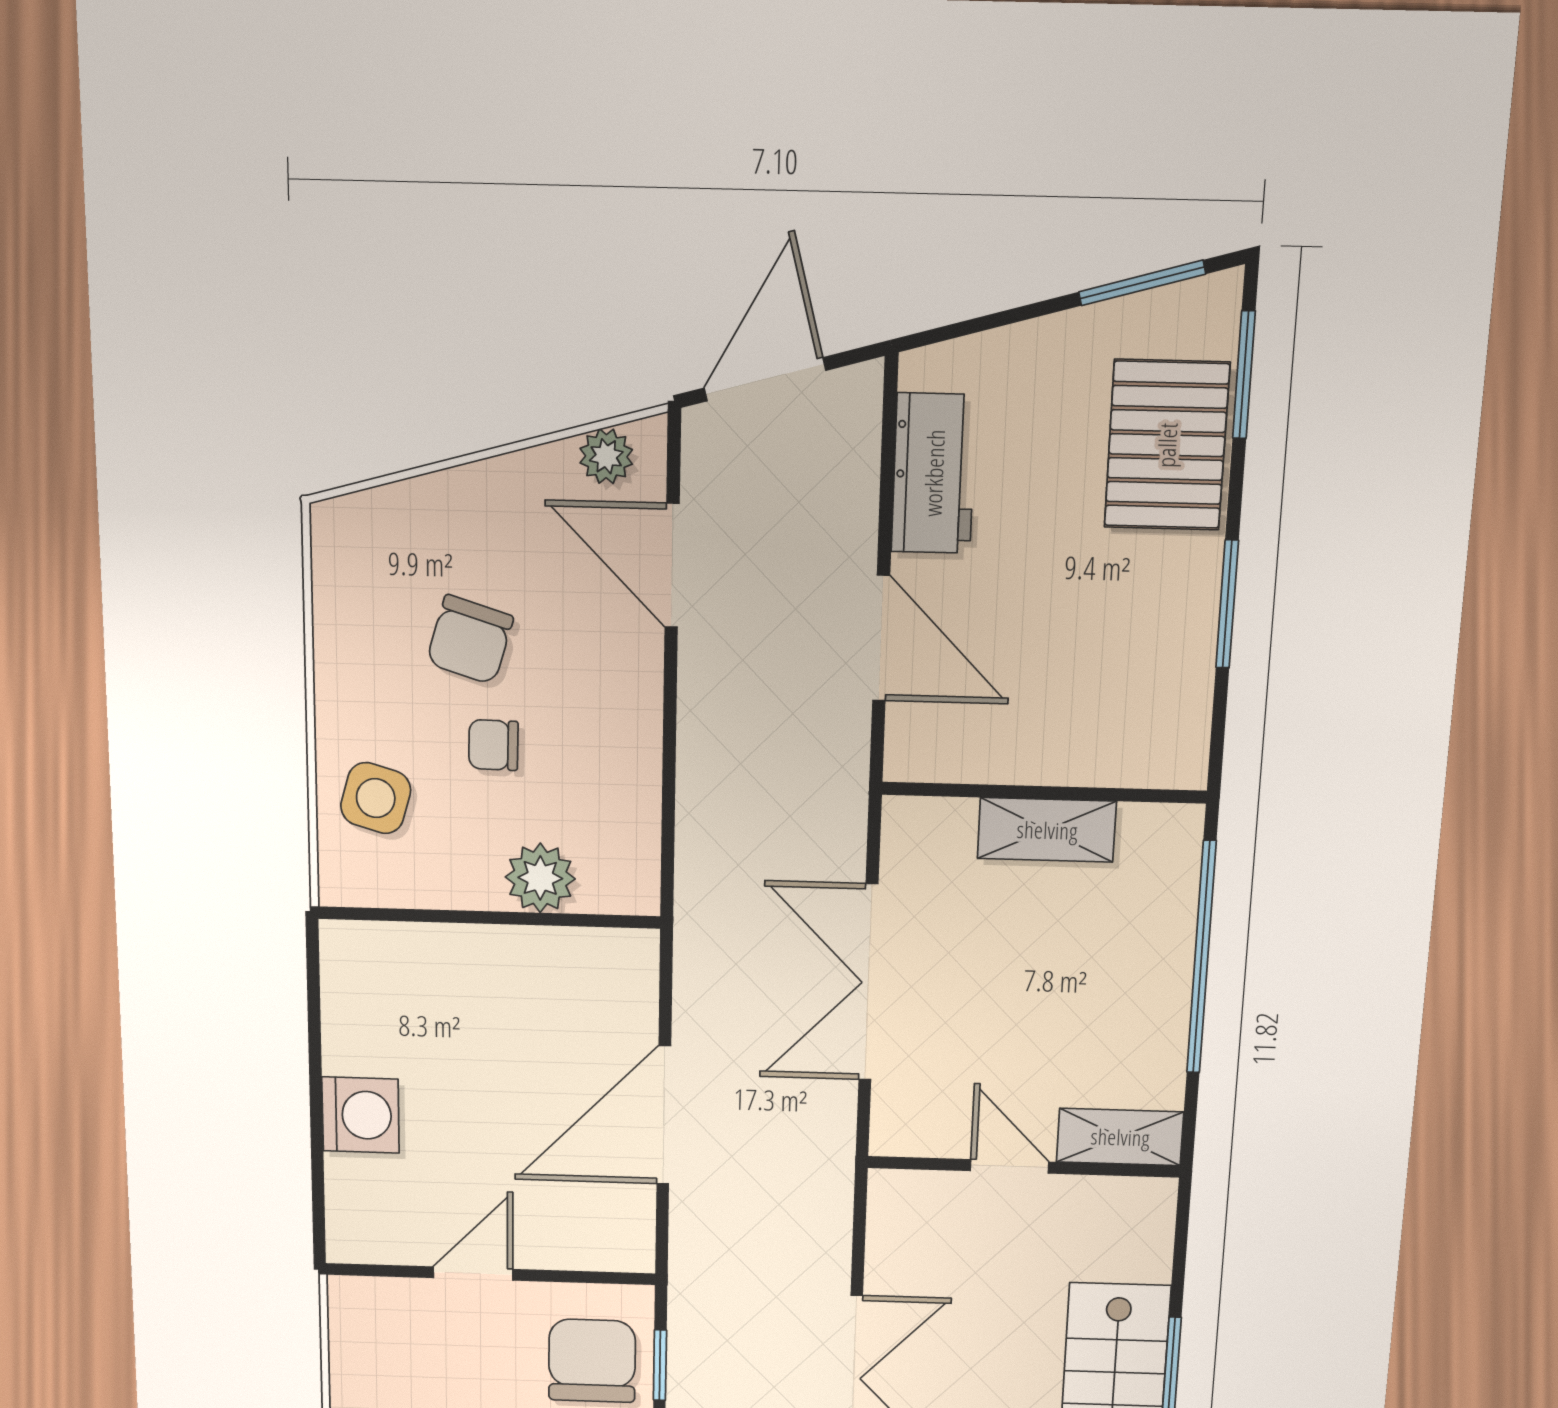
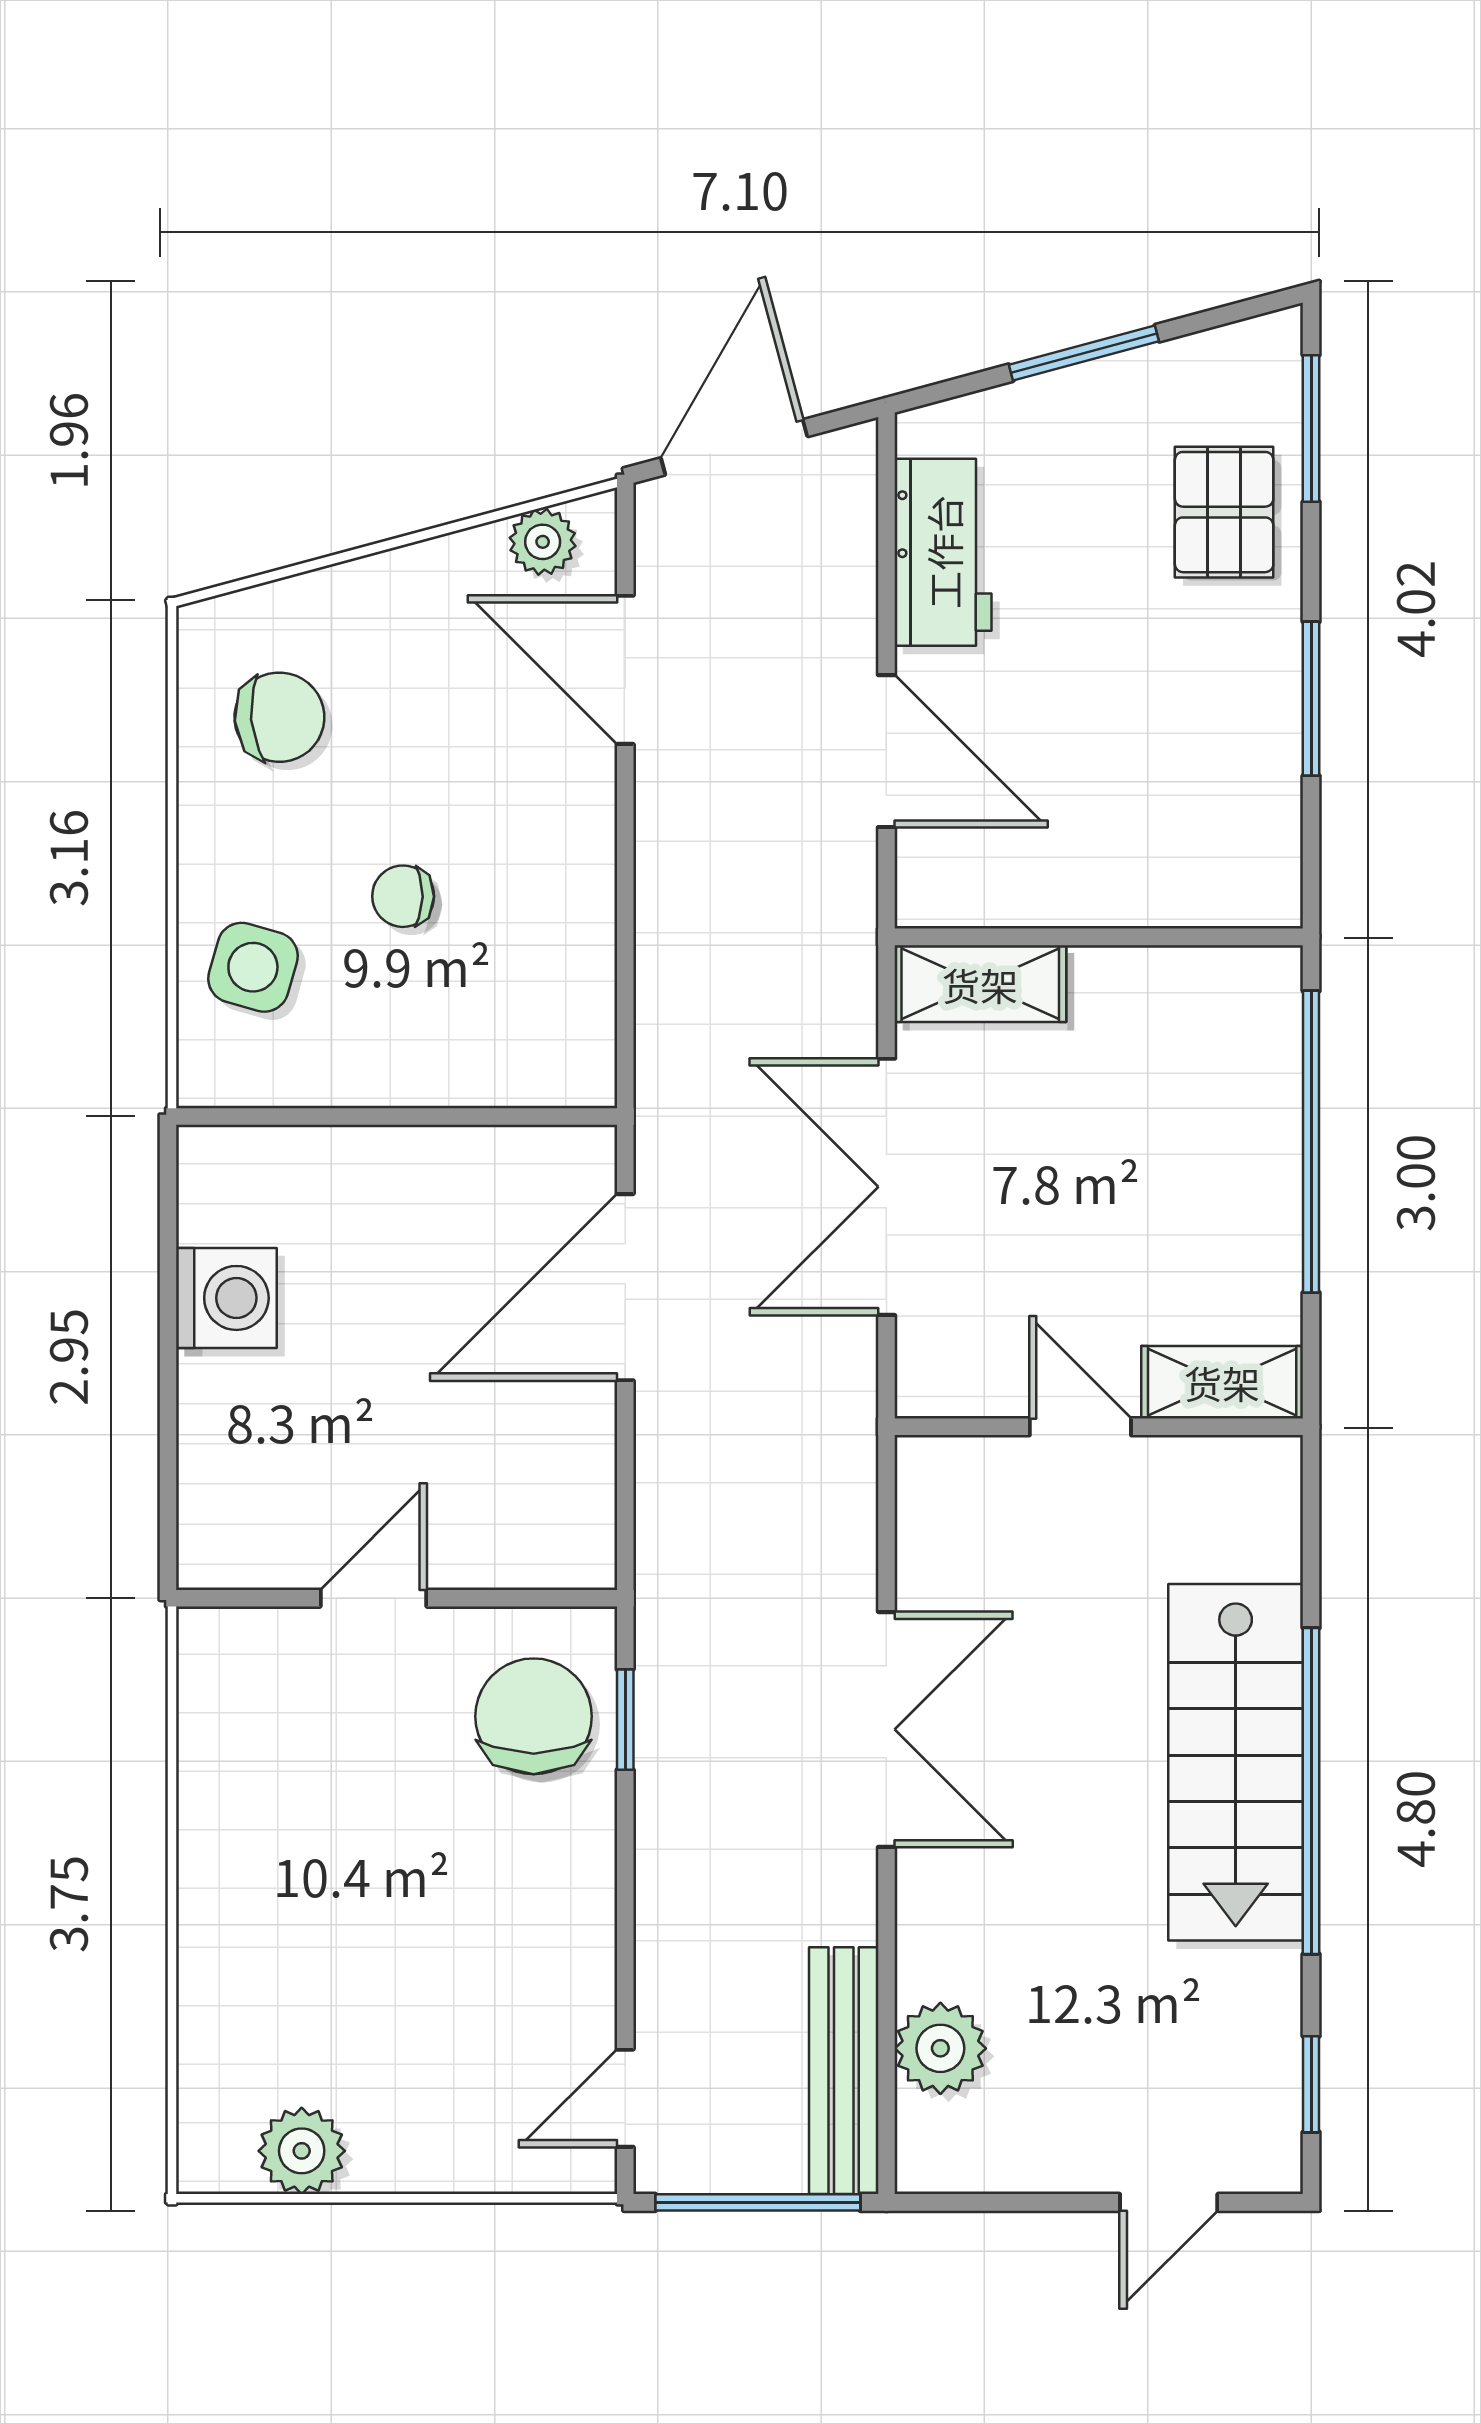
window: (1142, 283) -> (1084, 353), moved
pallet: (1167, 445) -> (1224, 512), width x0.67, depth x0.71
chair: (470, 640) -> (279, 717), moved, turned -112
shelving: (1047, 830) -> (980, 984), moved
plant: (540, 878) -> (463, 1063), removed
washing machine: (361, 1115) -> (226, 1298), moved
door: (664, 1115) -> (625, 1287), moved

